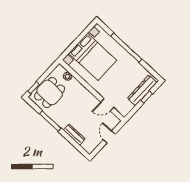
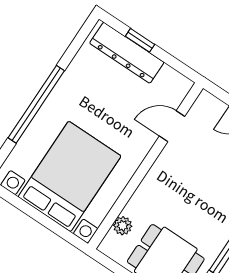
door: (107, 105) -> (172, 126), swing flipped

